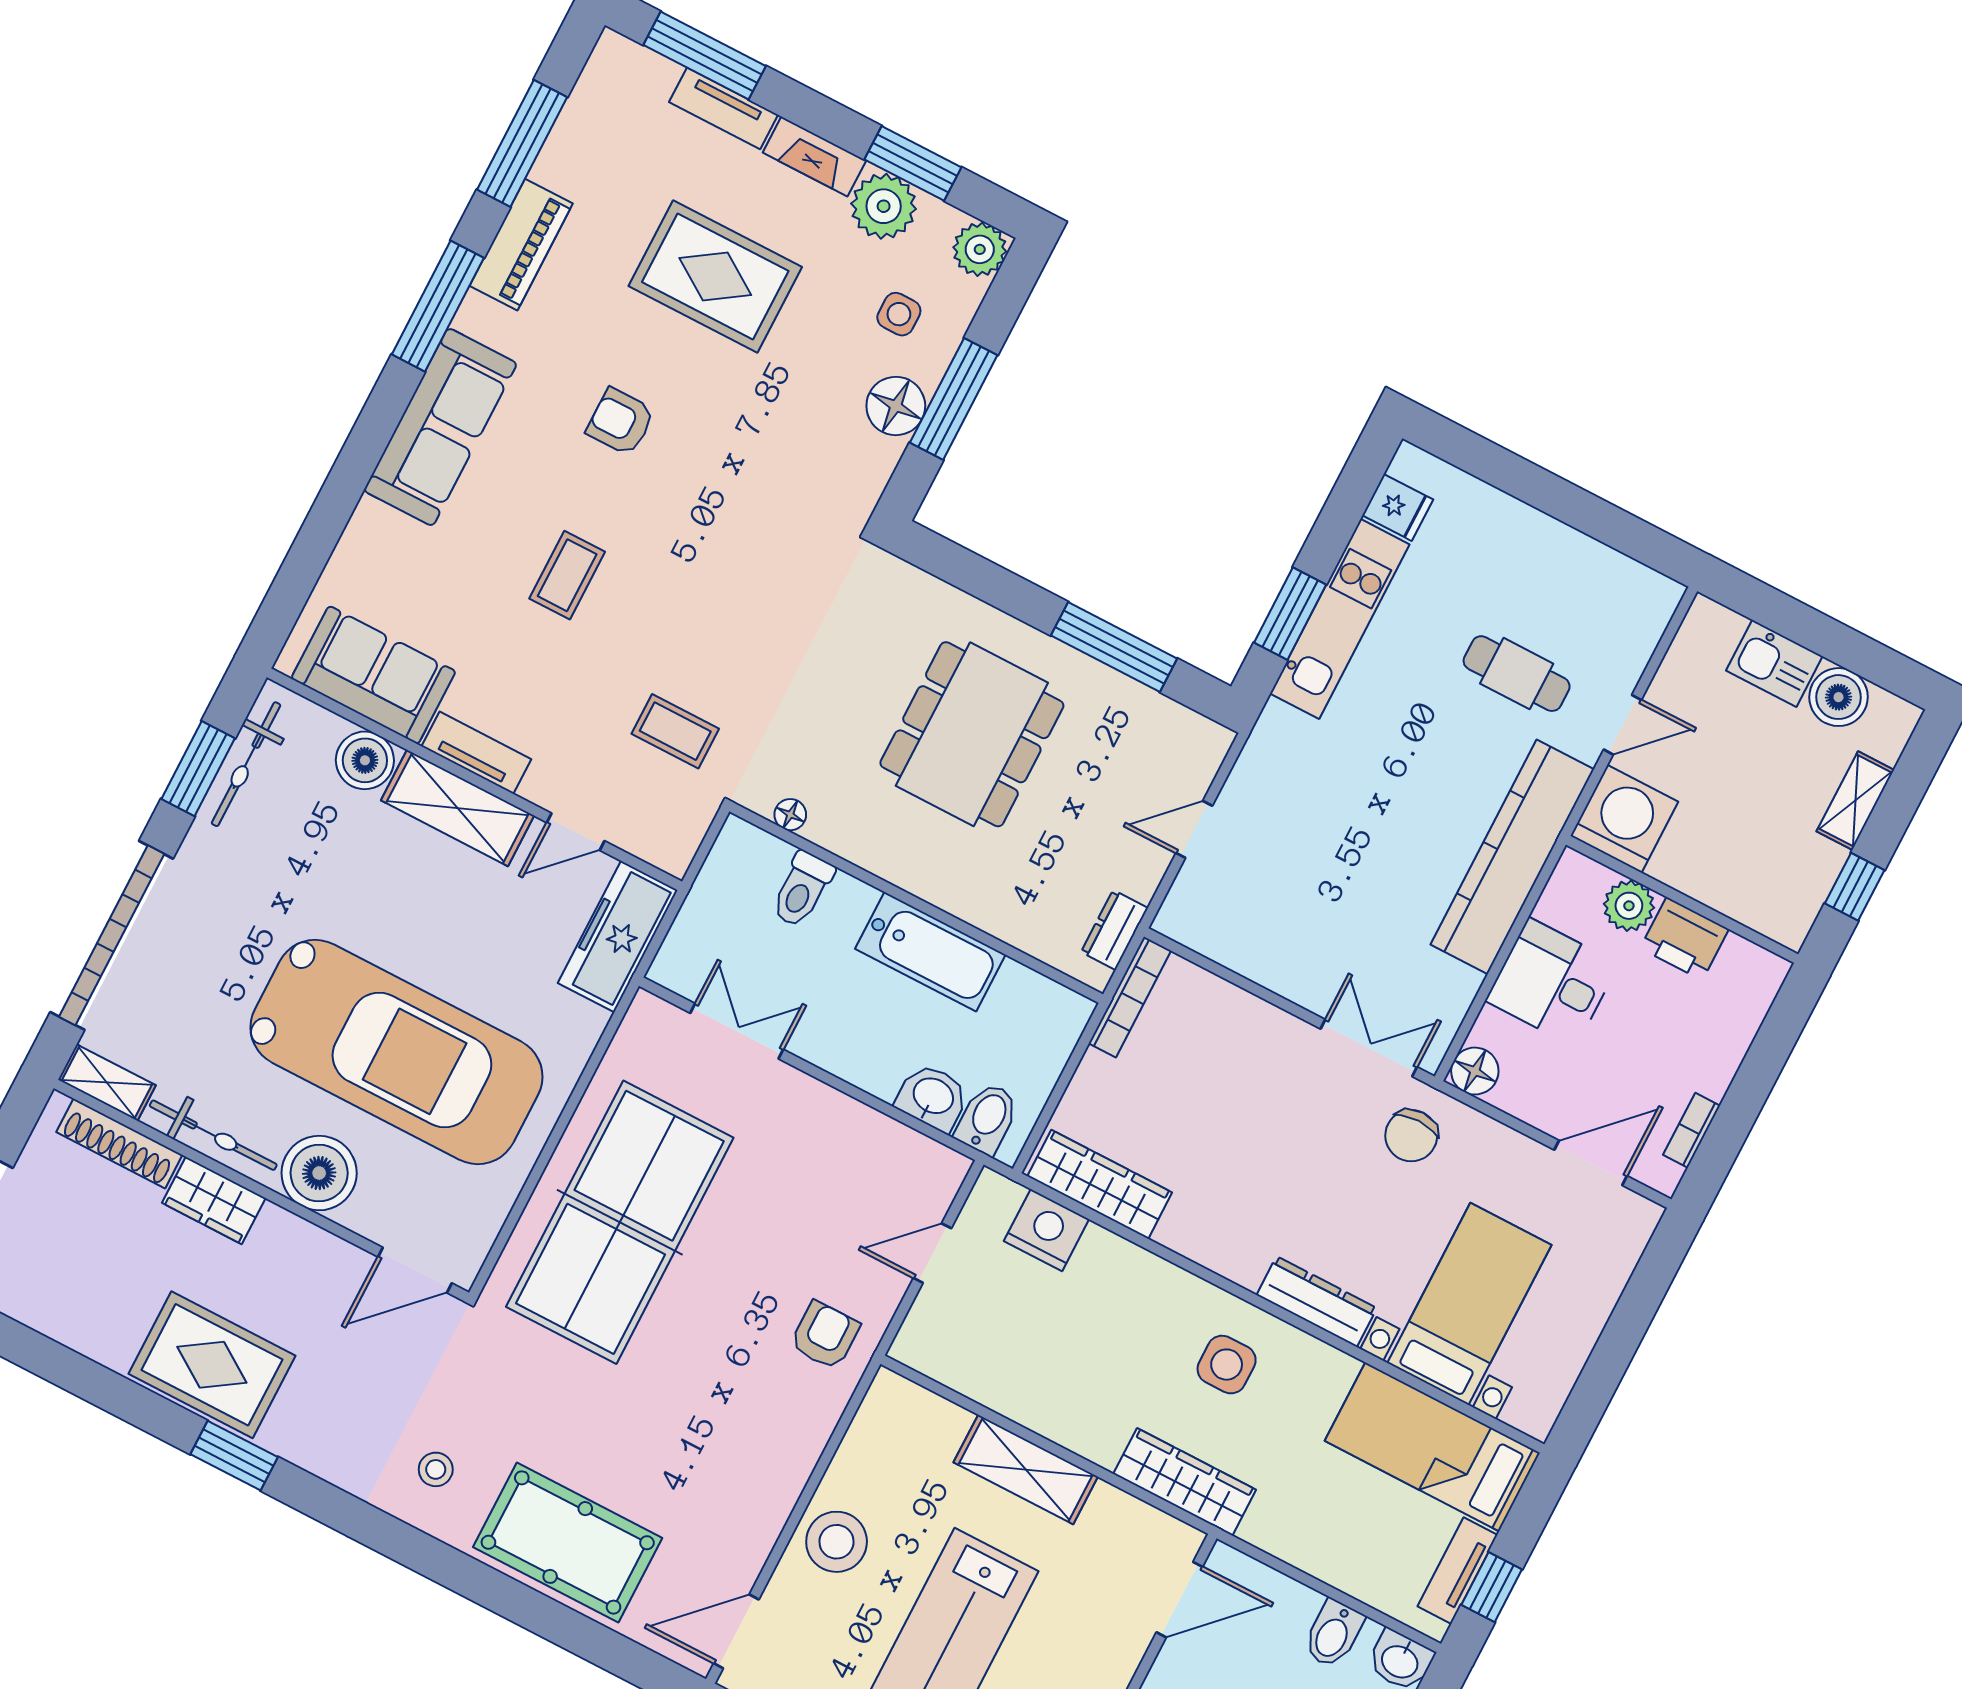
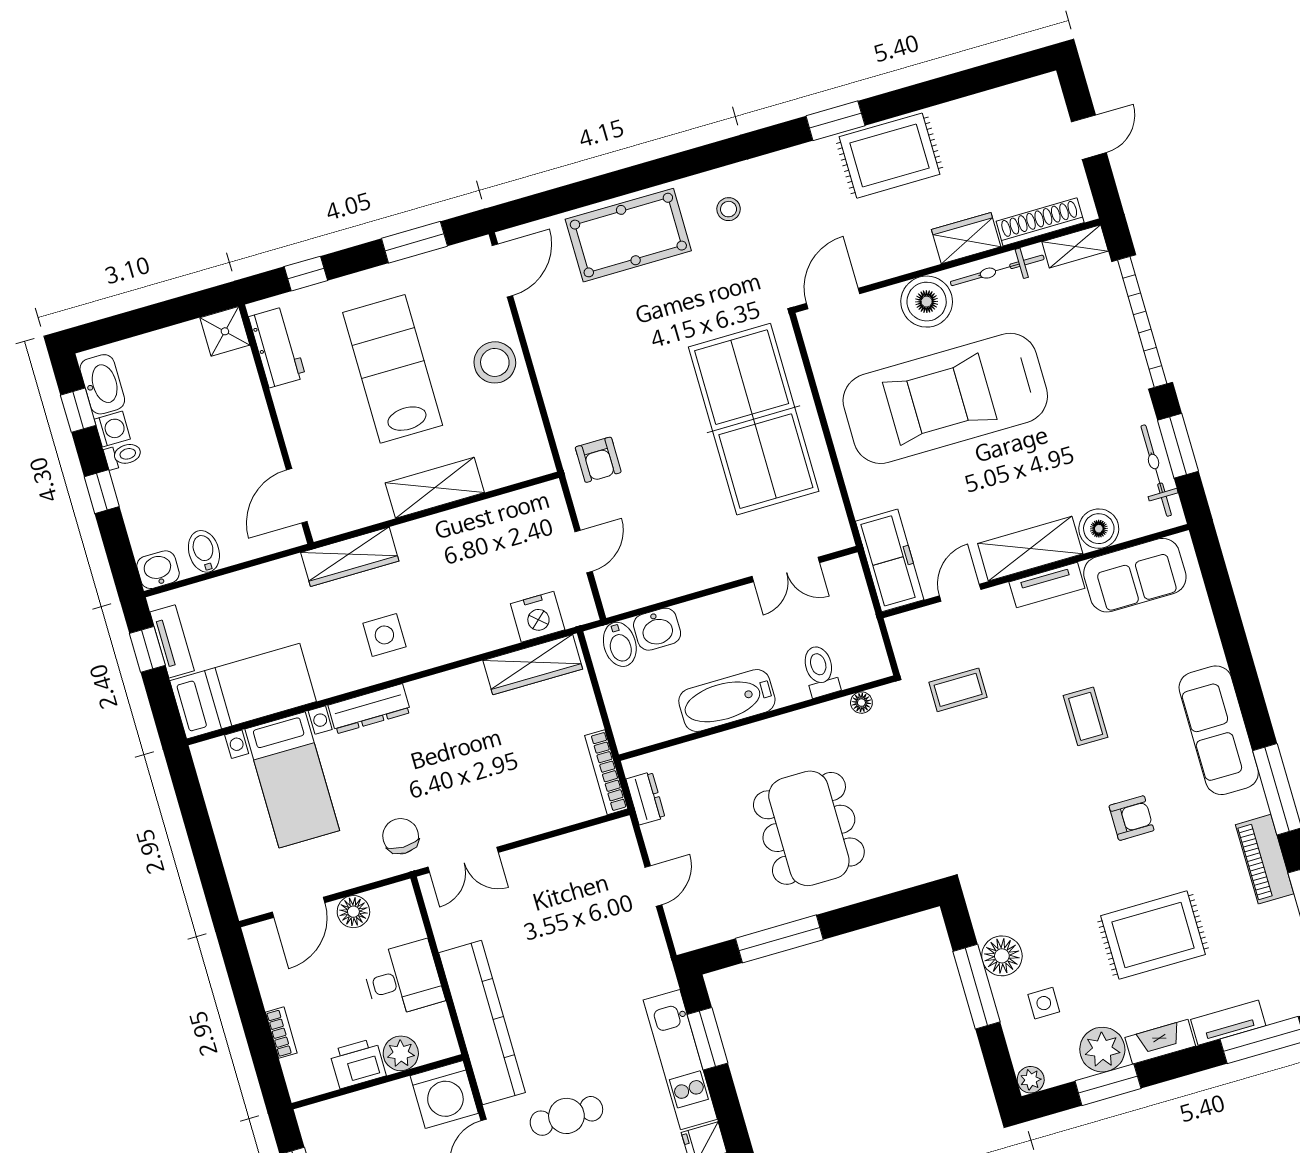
plant: (980, 249) -> (1031, 1080), width x0.73, depth x0.73
floor lamp: (1475, 1071) -> (353, 912), moved
bookcase: (1692, 1130) -> (281, 1033), moved

